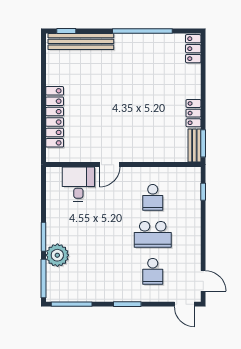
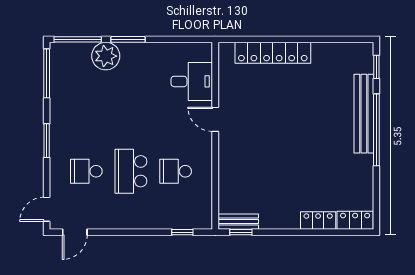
window: (142, 31) -> (376, 130), moved
bench: (81, 41) -> (364, 114), moved
locker: (193, 113) -> (318, 220), moved
window: (203, 143) -> (241, 232), width x0.67

